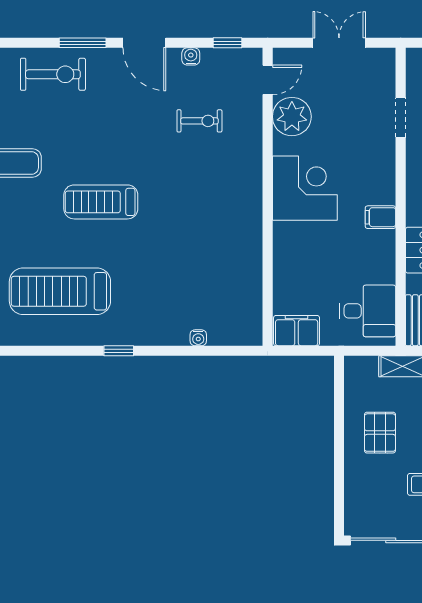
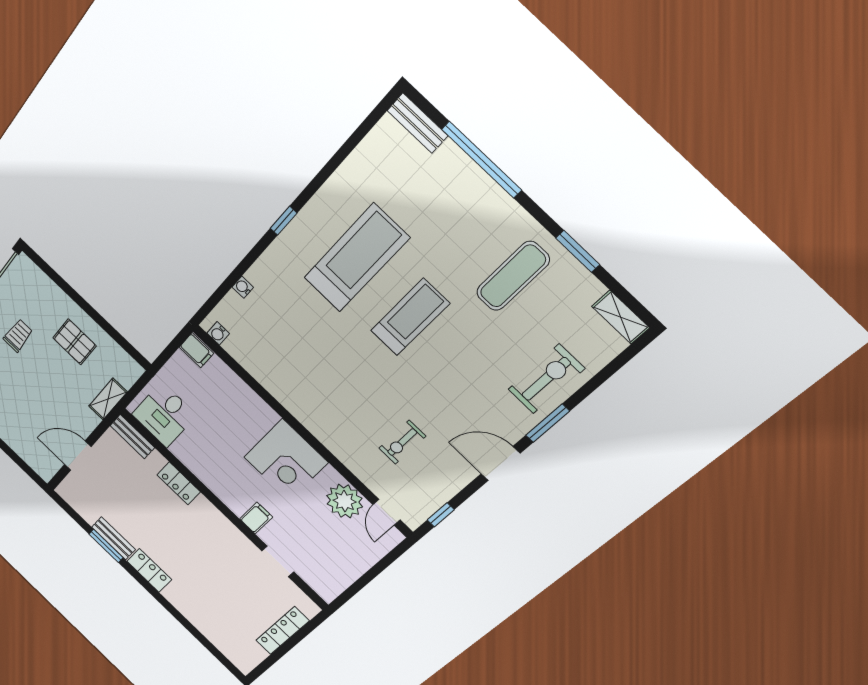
double door: (339, 43) -> (367, 578), removed
water cooler: (191, 56) -> (218, 333), moved, turned 90
exercise bike: (53, 74) -> (546, 379), turned 180
filing cabinet: (380, 217) -> (256, 518), moved
treadmill: (60, 291) -> (356, 258), moved
filing cabinet: (297, 331) -> (196, 350), width x0.50

